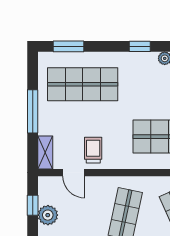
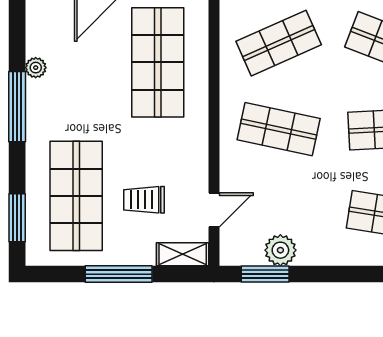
window: (140, 46) -> (17, 107), width x2.17
trolley: (93, 150) -> (144, 200), moved
window: (33, 205) -> (265, 274), width x1.50

